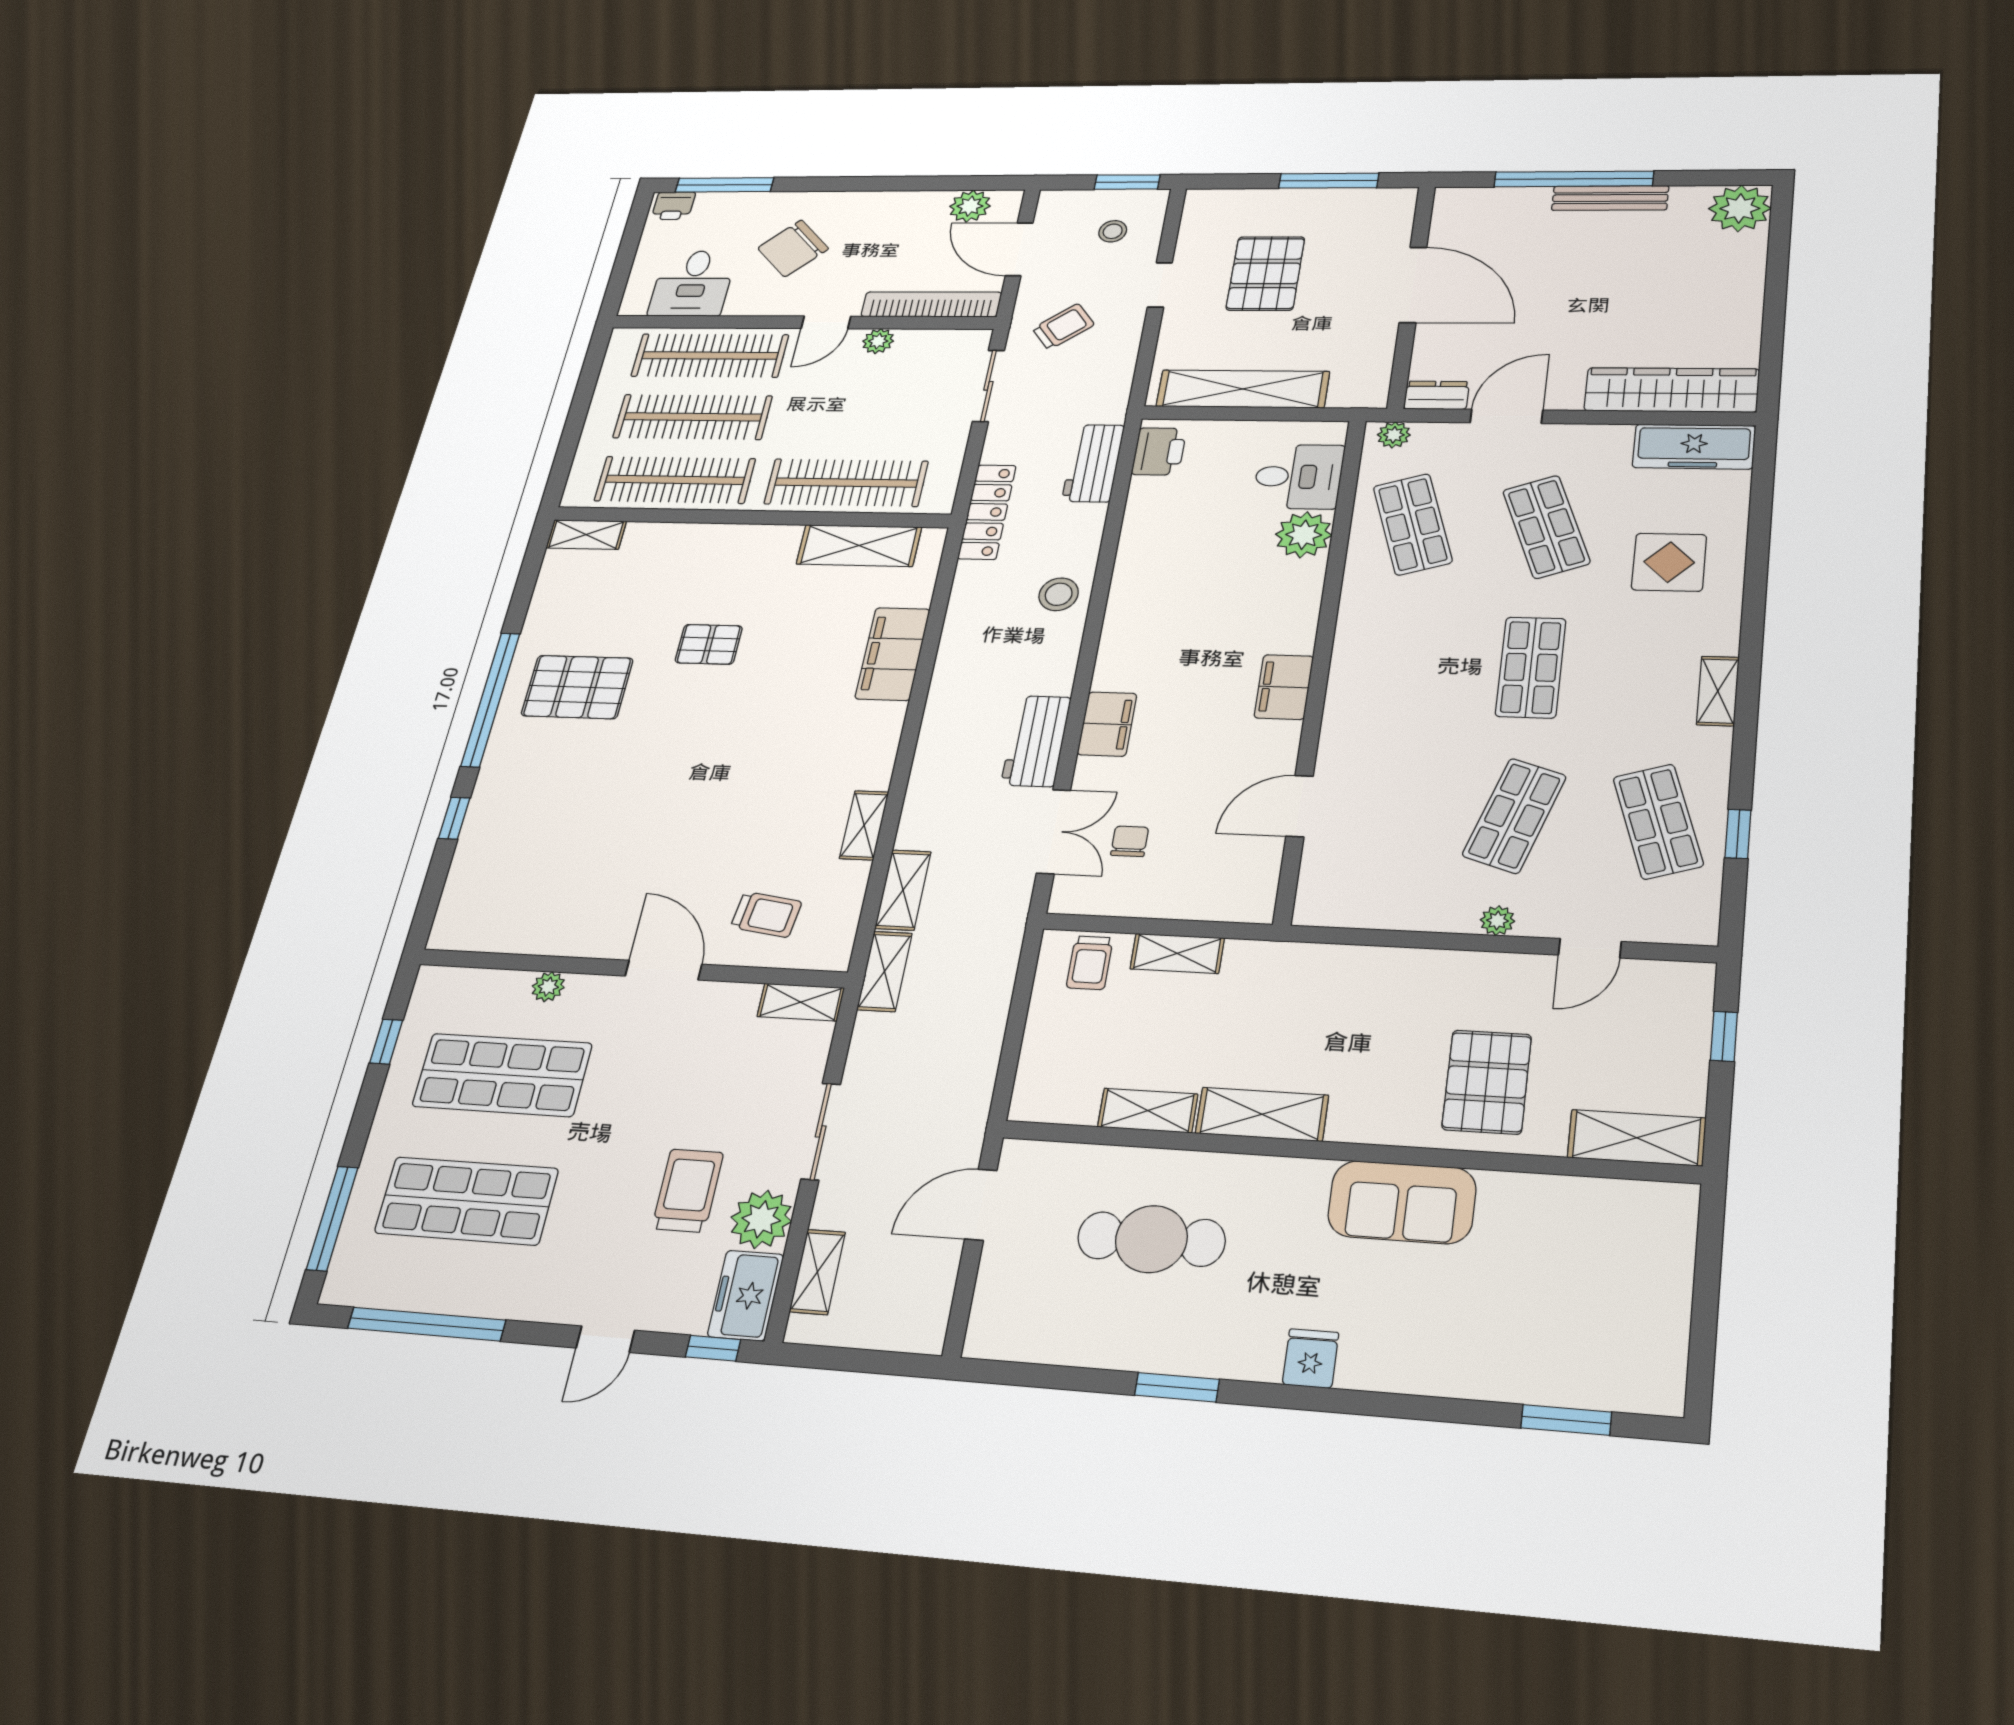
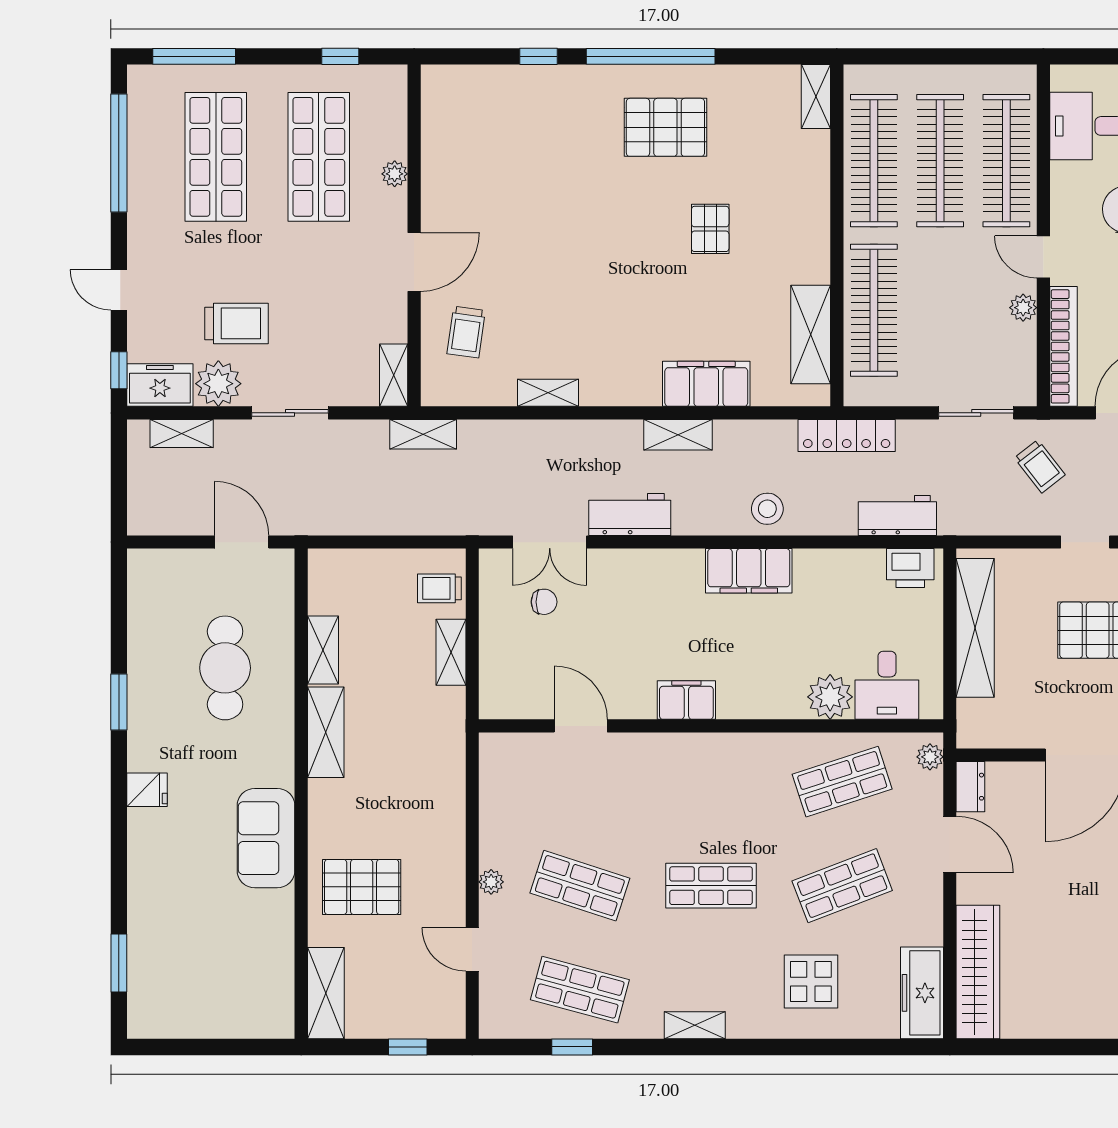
pallet: (577, 687) -> (665, 127), turned 90
filing cabinet: (1107, 724) -> (749, 571), moved, width x1.50, depth x1.17
shop shelf: (1658, 821) -> (580, 990), turned 33
shelving: (903, 890) -> (678, 435), moved

